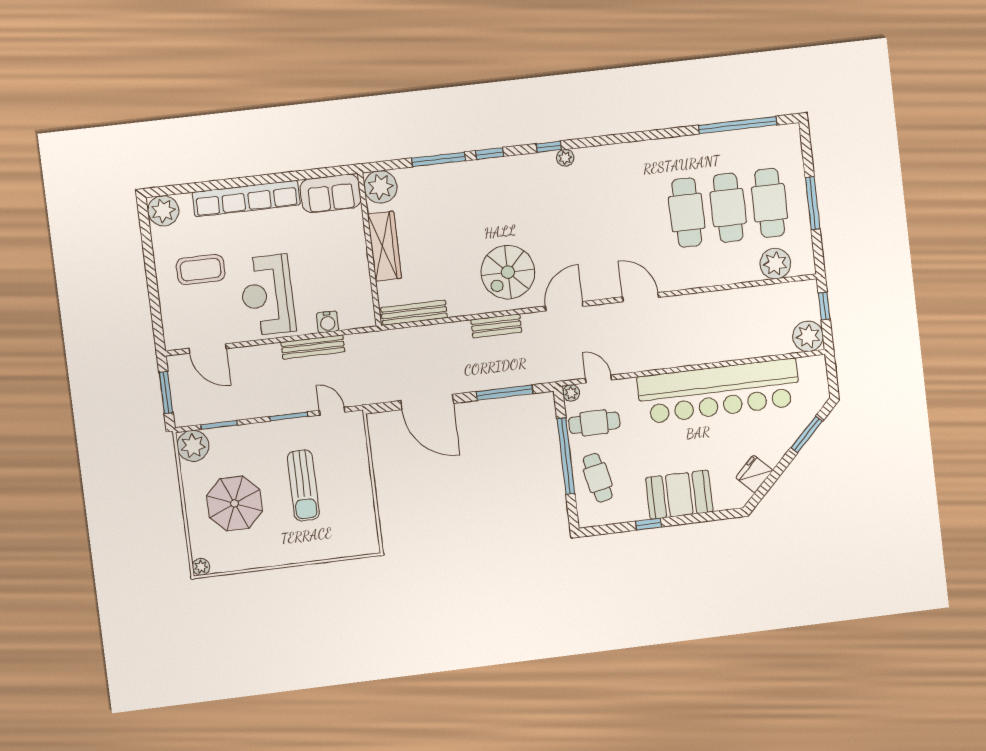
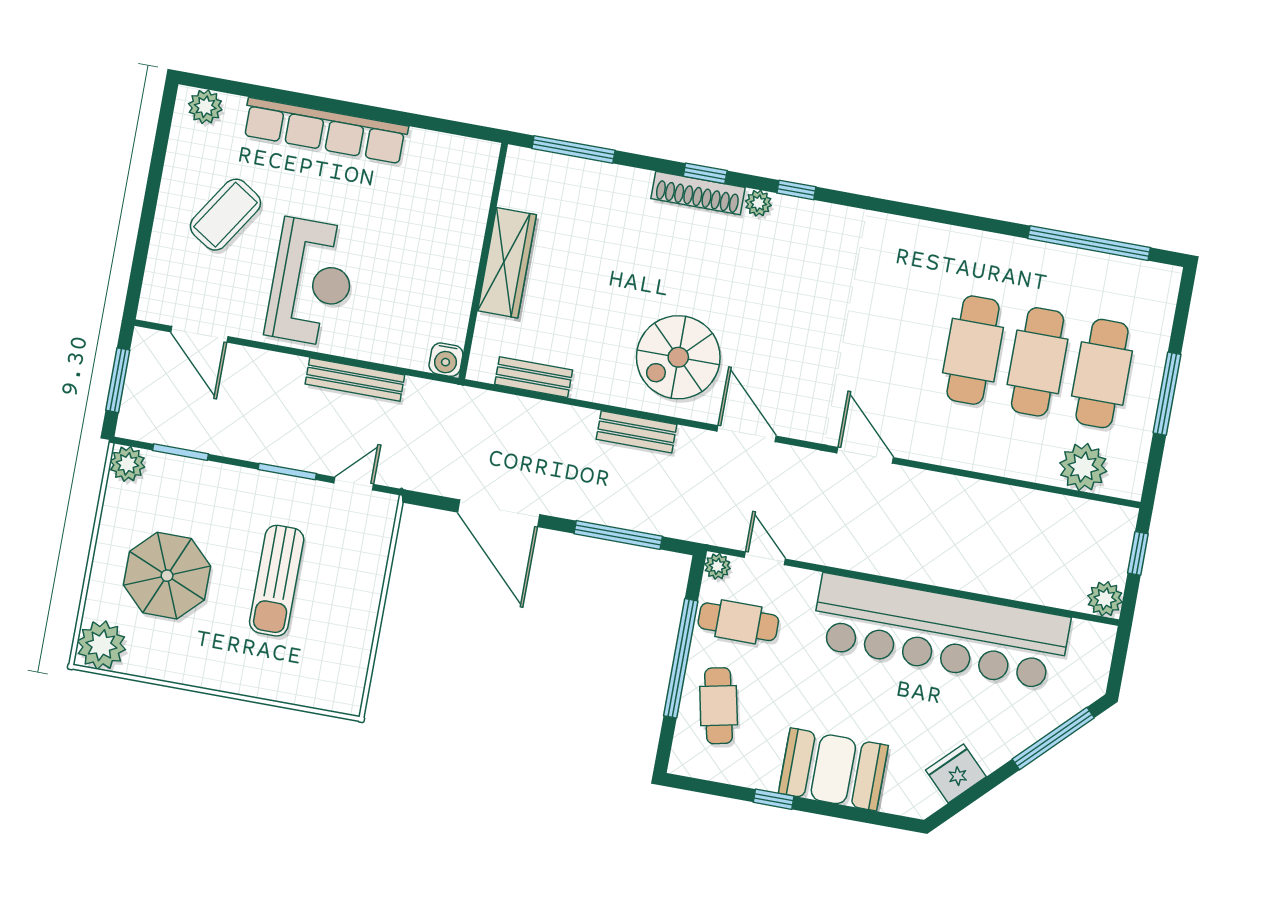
plant: (565, 158) -> (758, 203), moved
window: (438, 159) -> (573, 149), moved
shoe rack: (489, 167) -> (698, 193), added
plant: (380, 187) -> (528, 174), removed
sofa: (331, 193) -> (452, 161), removed
plant: (163, 211) -> (205, 107), width x0.73, depth x0.73
coffee table: (201, 269) -> (225, 215), turned -57
reception desk: (267, 295) -> (312, 282), turned 180
door: (564, 306) -> (747, 434), hinge flipped
bench: (414, 313) -> (534, 377), width x0.73
water cooler: (328, 322) -> (446, 360), moved
plant: (808, 336) -> (1105, 599), width x0.73, depth x0.73
door: (332, 411) -> (354, 484), hinge flipped
window: (807, 434) -> (1053, 738), width x1.44
plant: (193, 446) -> (127, 464), width x0.73, depth x0.73
plant: (201, 567) -> (101, 645), width x1.88, depth x1.88

